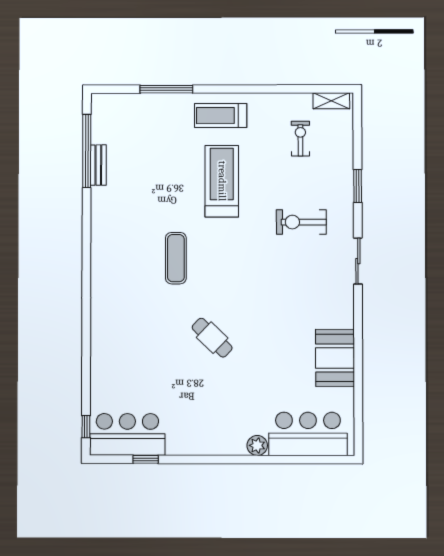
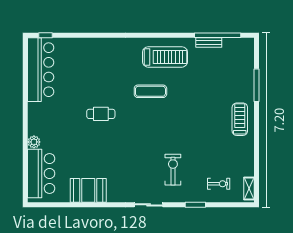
exercise bike: (300, 139) -> (219, 184), moved
treadmill: (222, 181) -> (165, 57), moved
cafe table: (212, 338) -> (101, 114), turned 46
bar counter: (127, 434) -> (41, 70), width x1.36
window: (146, 459) -> (25, 73), removed

